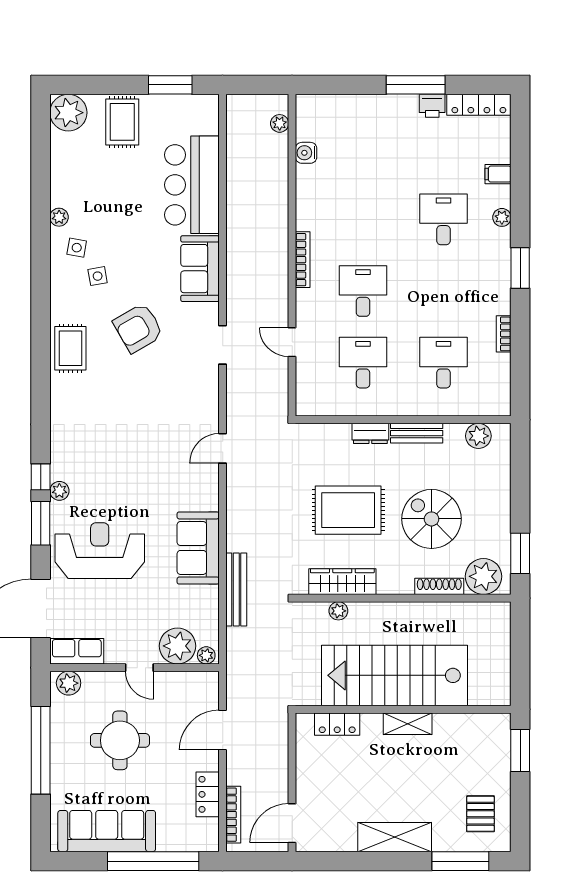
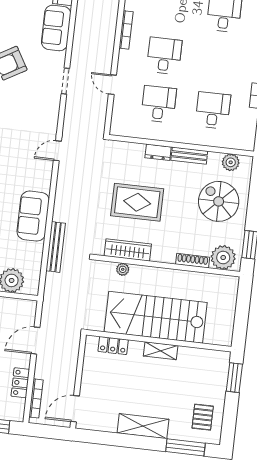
spiral stairs: (432, 519) -> (219, 201), moved
plant: (206, 655) -> (30, 289), removed

